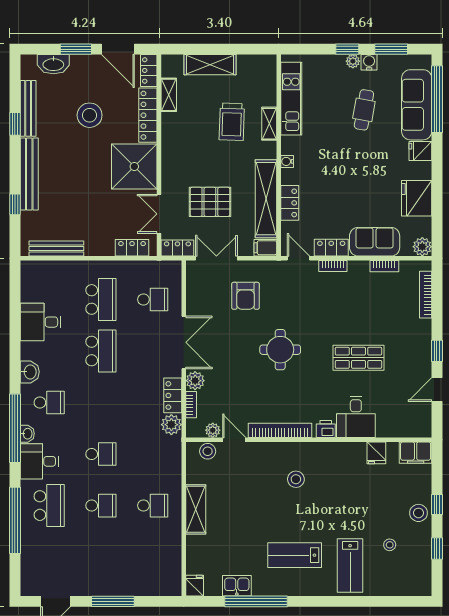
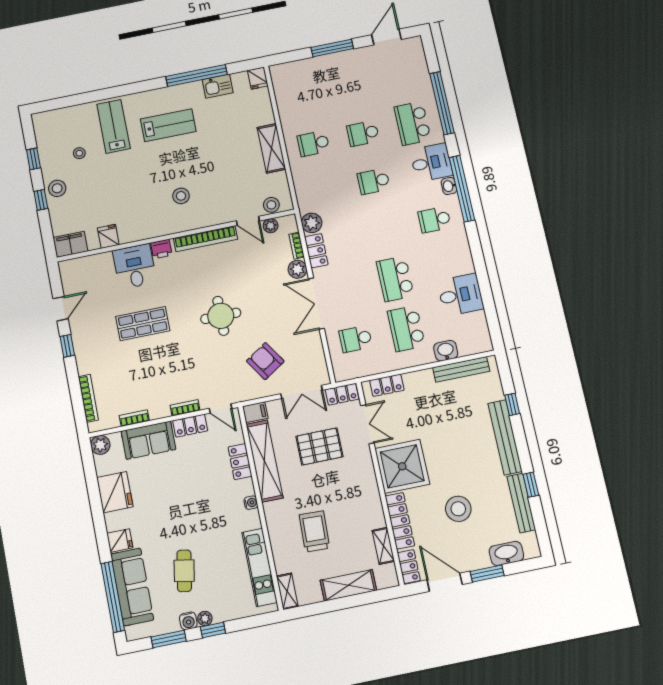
shelving: (269, 124) -> (287, 591), moved
armchair: (245, 296) -> (265, 361), turned -33
washbasin: (30, 372) -> (446, 351), moved, turned 90

